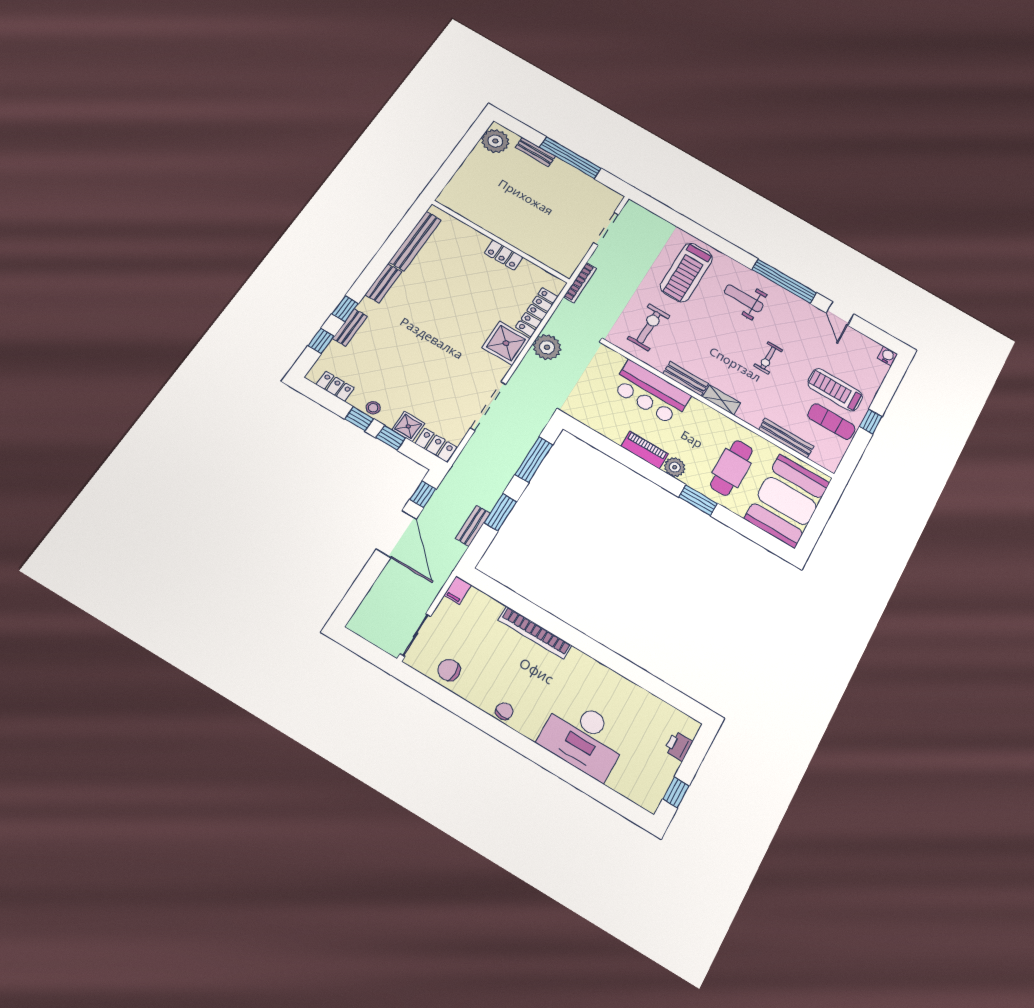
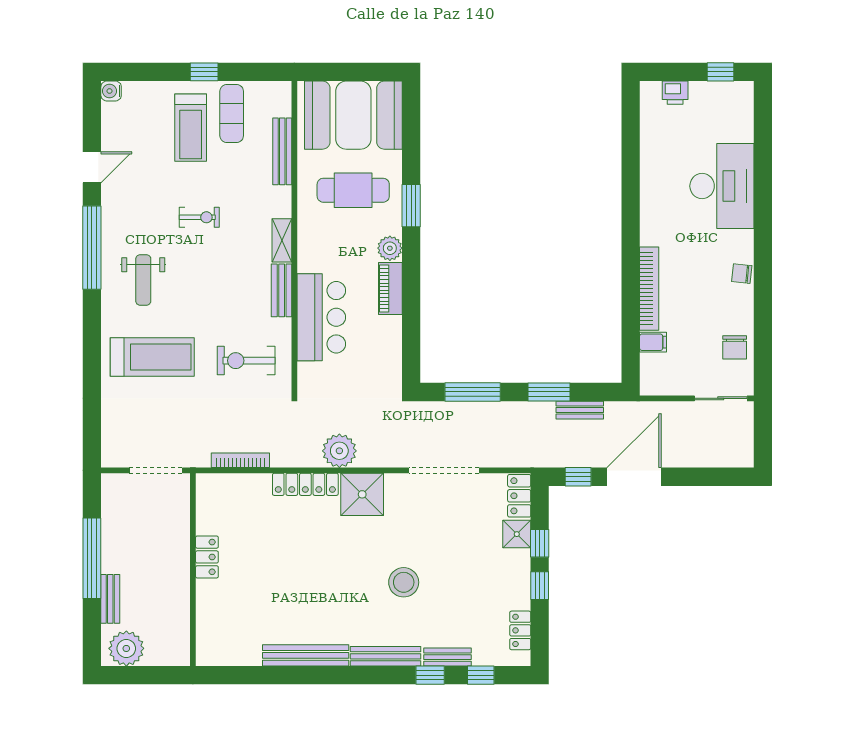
wall: (501, 242) -> (193, 570), moved
locker: (504, 255) -> (207, 557), moved
bench: (383, 283) -> (385, 656), width x1.36
stool: (373, 408) -> (404, 582), moved, width x1.89, depth x1.89
filing cabinet: (458, 590) -> (653, 342), moved

